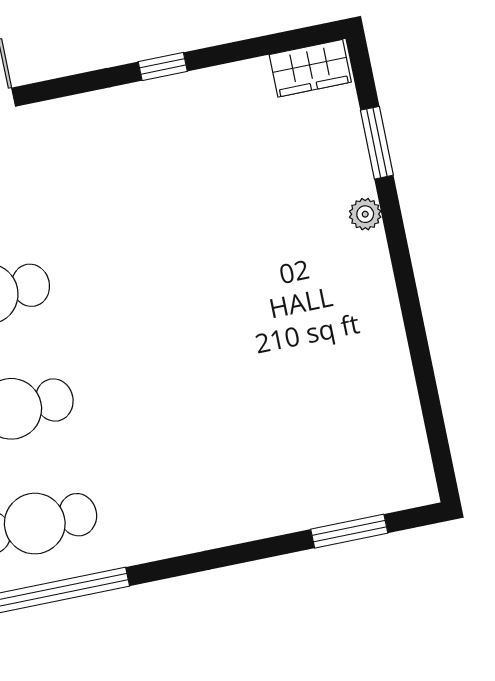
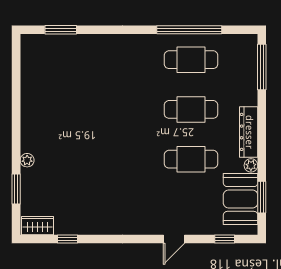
window: (163, 66) -> (68, 239), moved

